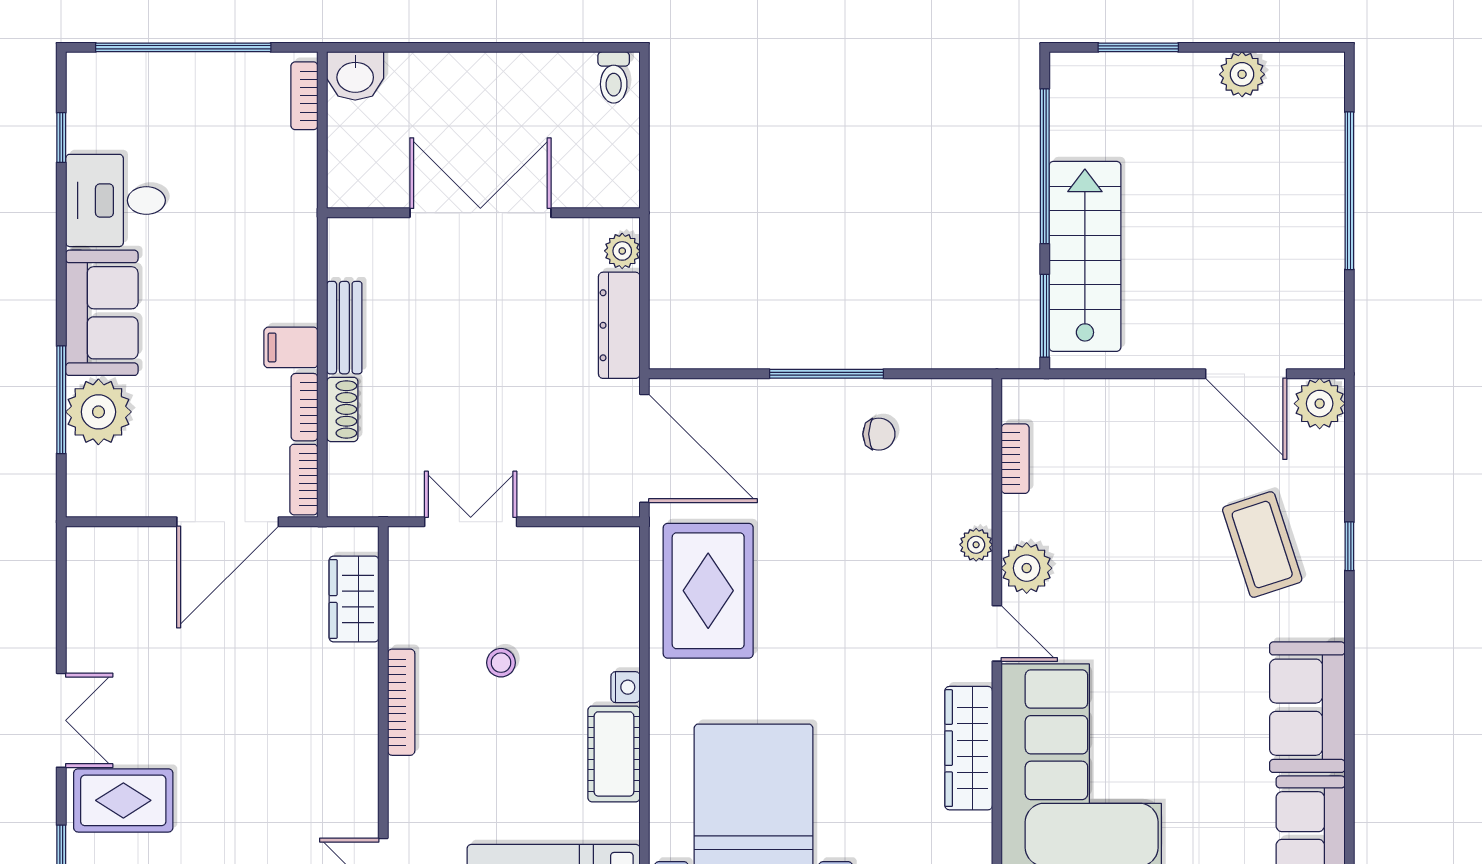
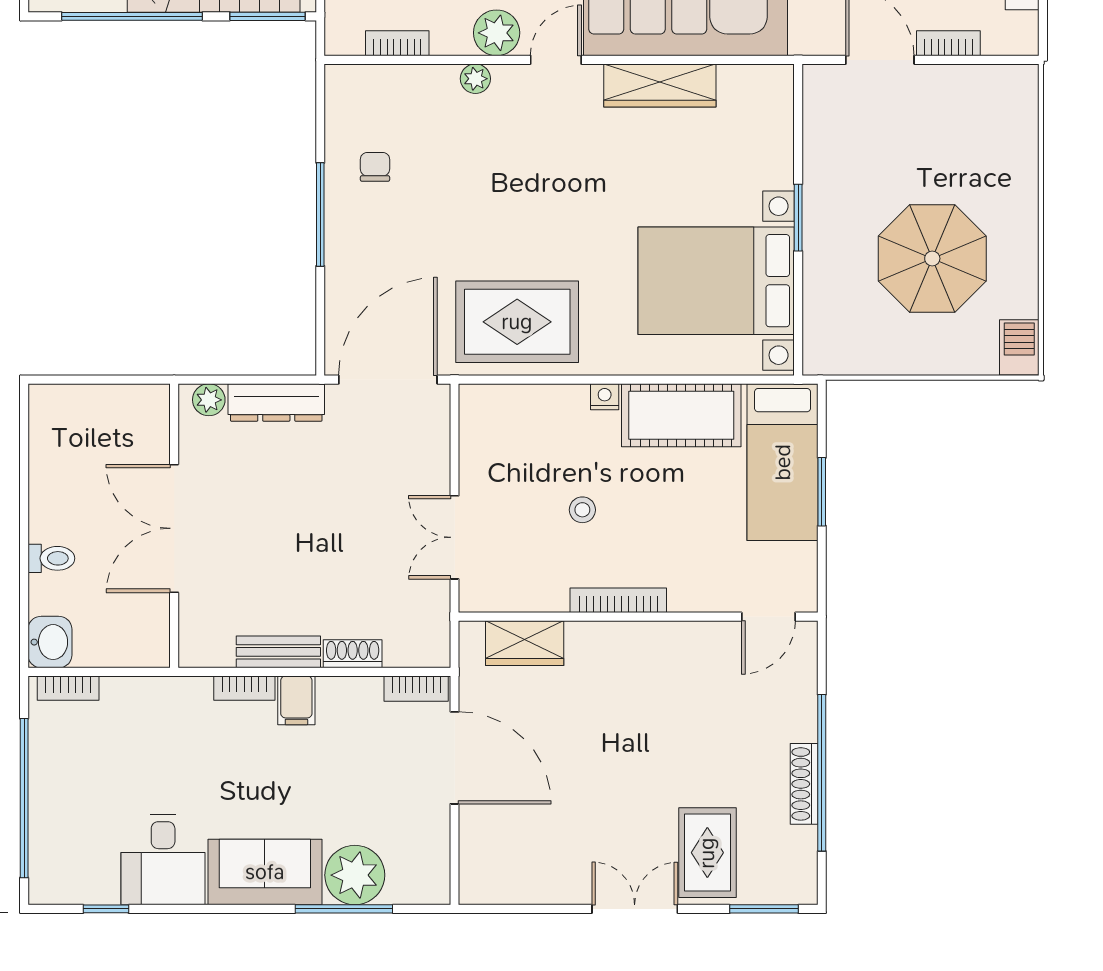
toilet: (614, 77) -> (51, 558), moved
bookcase: (305, 407) -> (244, 688), moved
cot: (614, 754) -> (681, 415), width x1.37, depth x1.34

